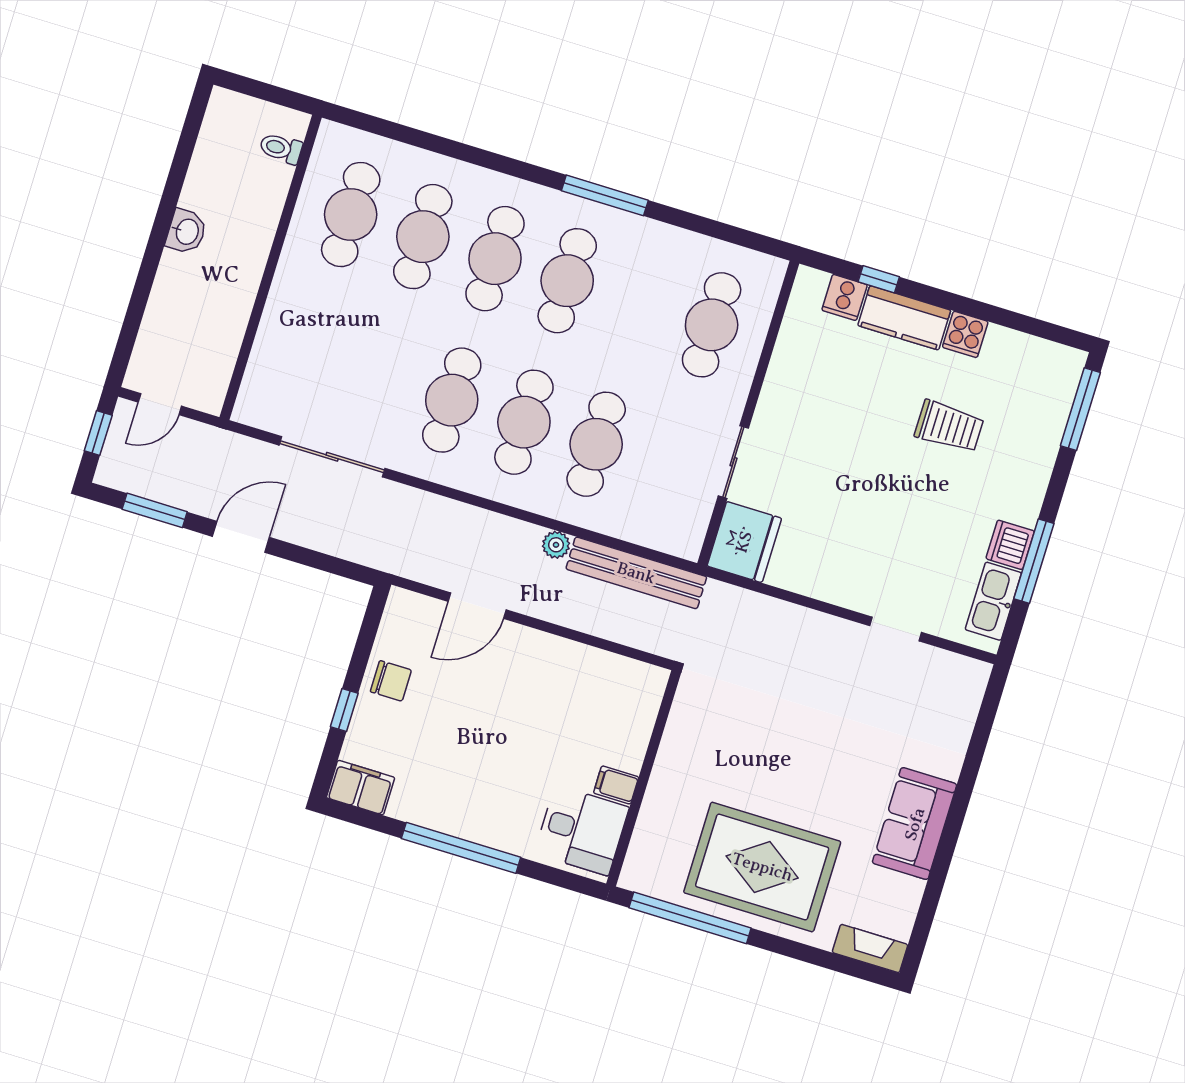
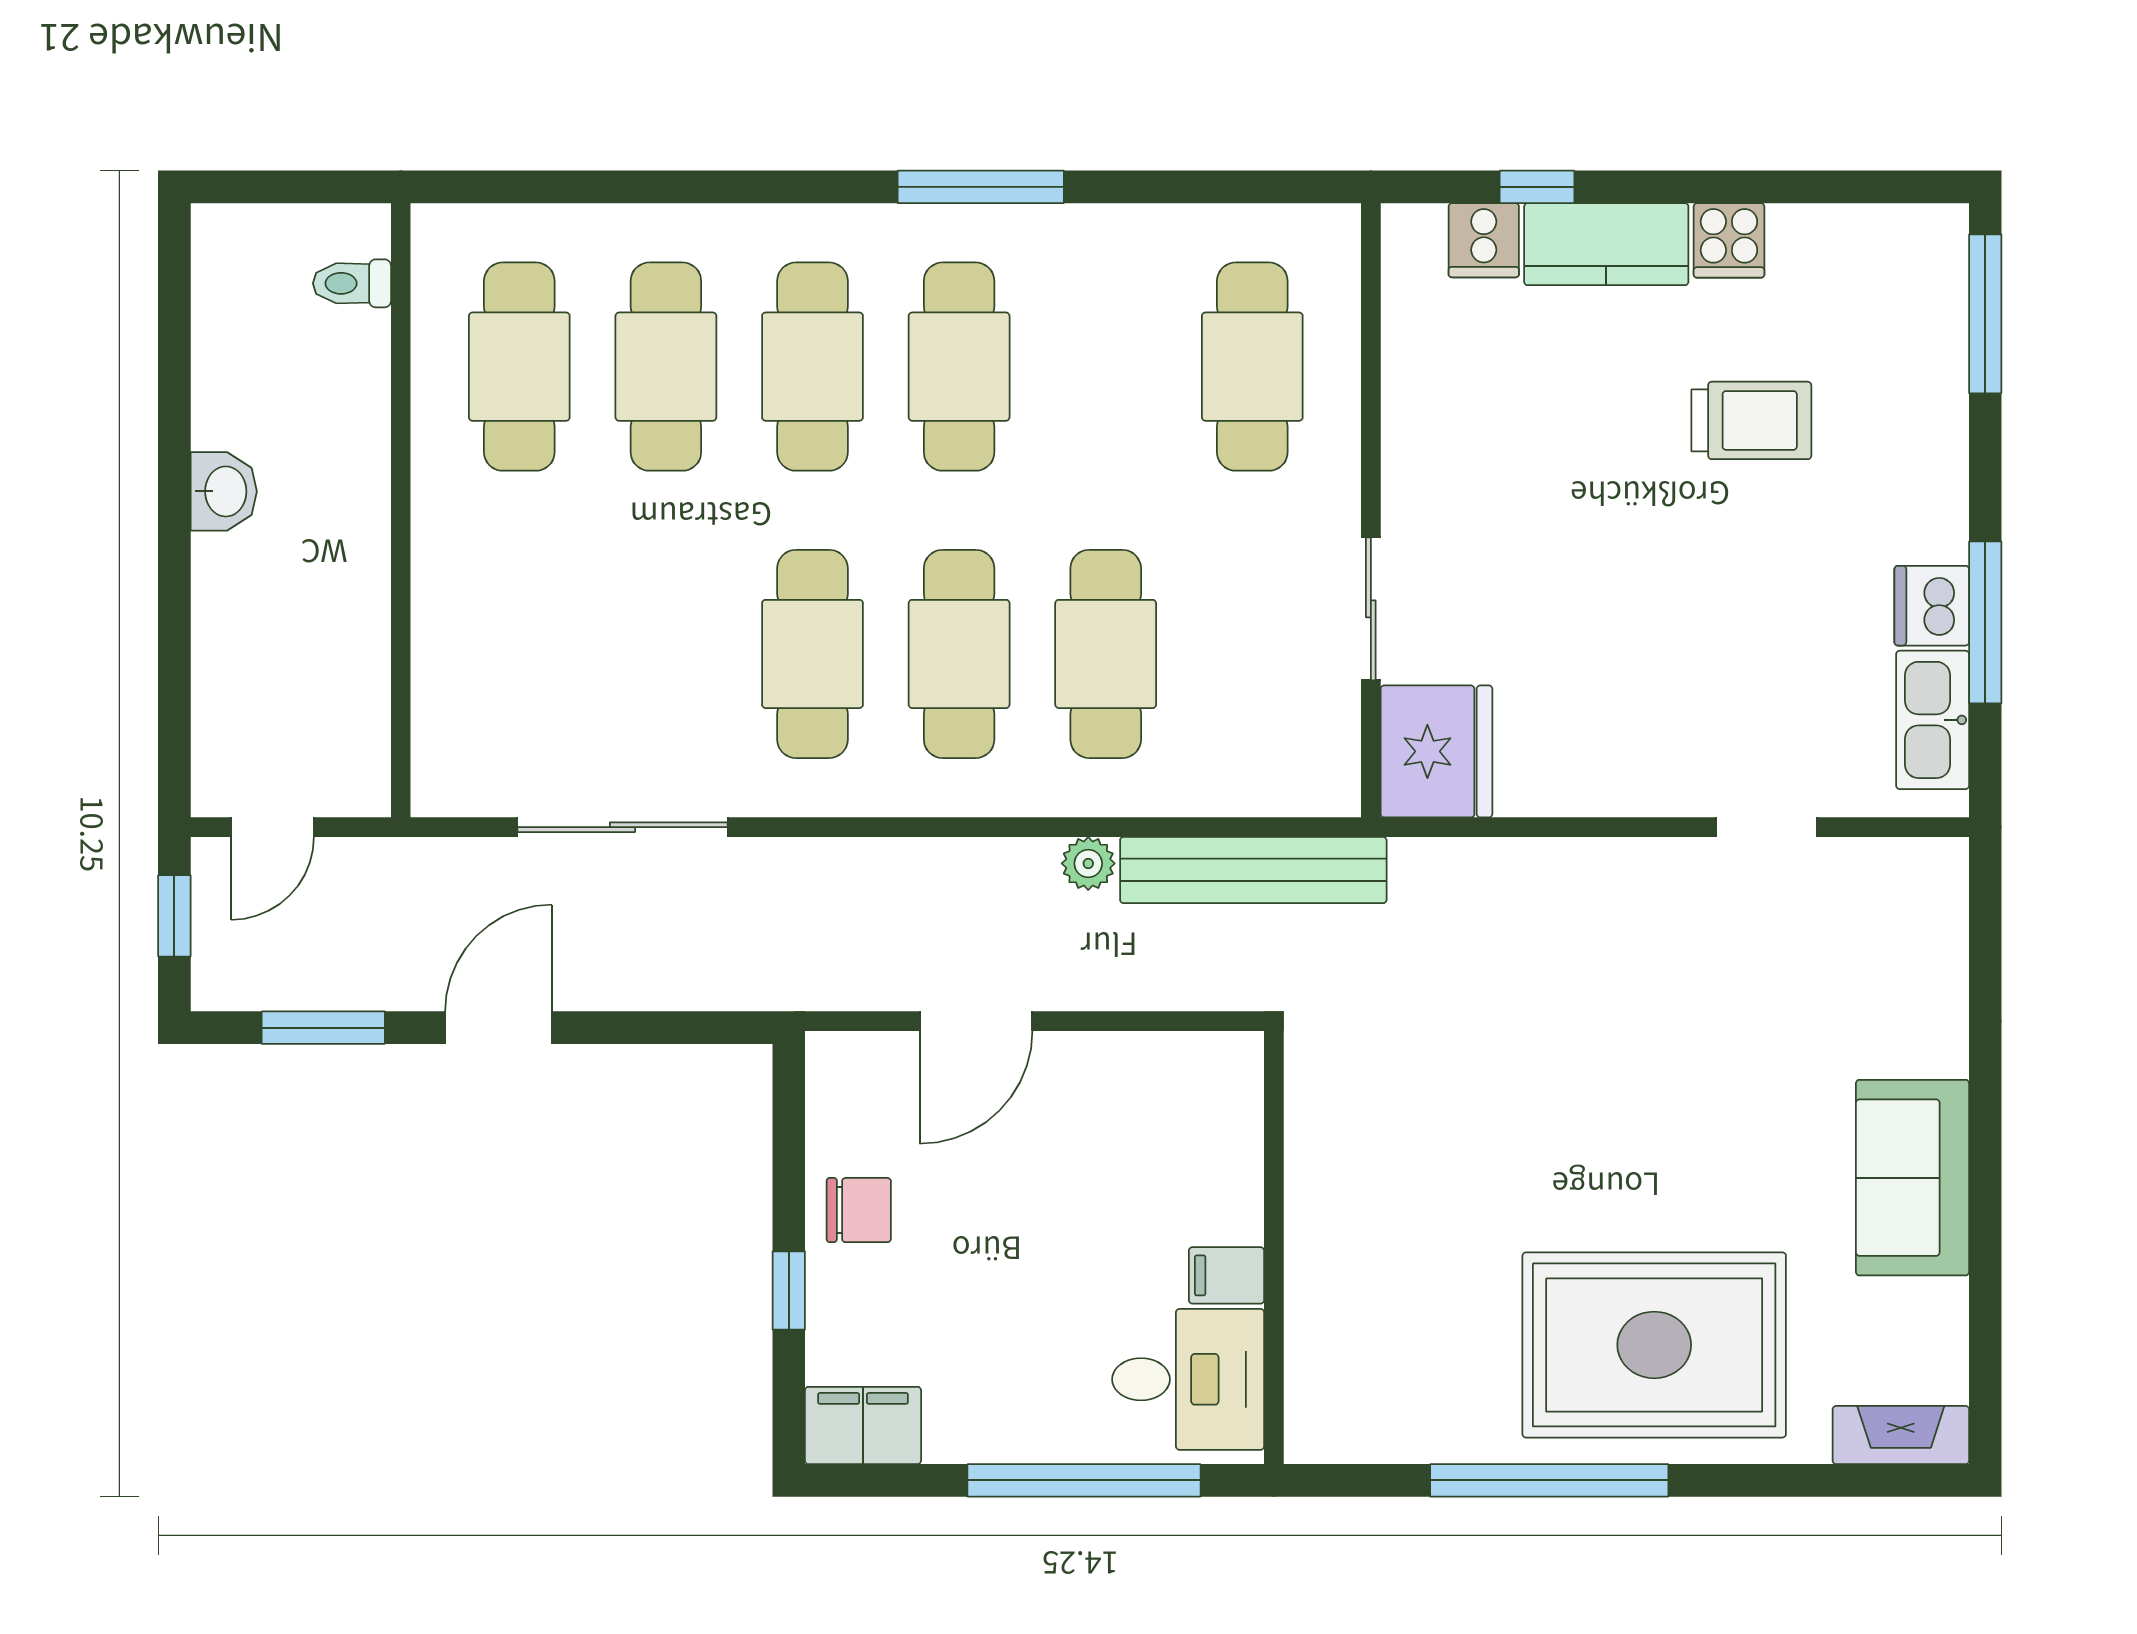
wall: (644, 778) -> (1274, 1248), moved
filing cabinet: (616, 785) -> (1226, 1275), moved
desk: (582, 830) -> (1188, 1379), moved

